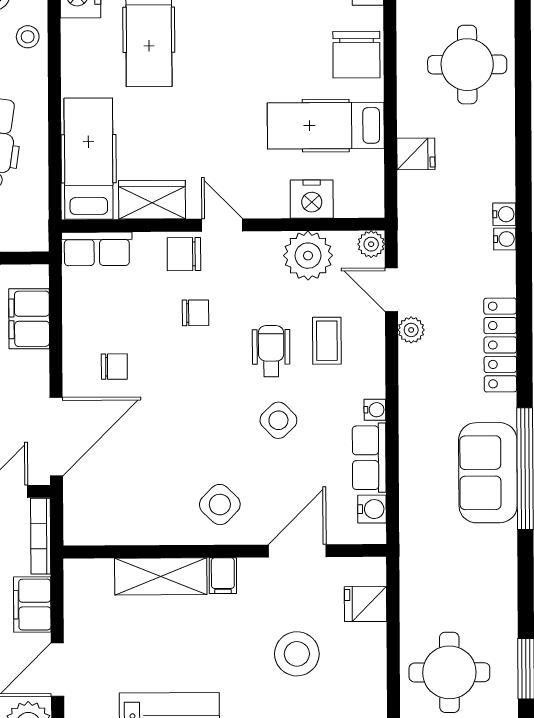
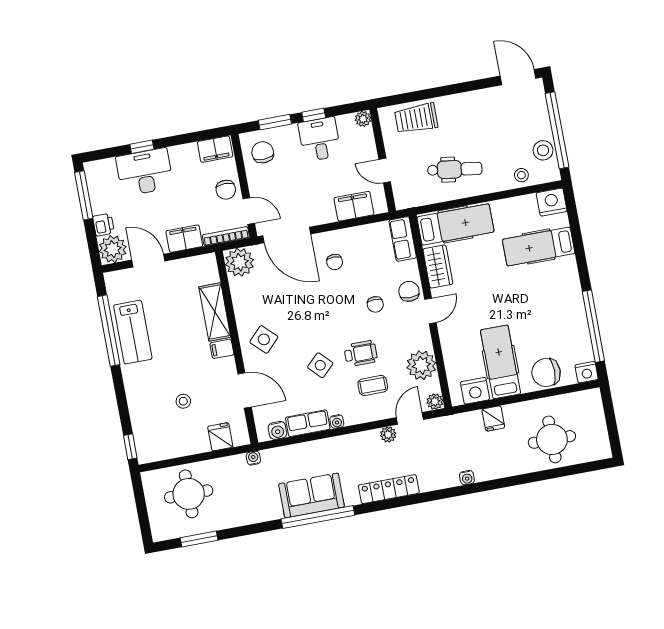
nightstand: (312, 199) -> (475, 391), moved, turned -90
water cooler: (505, 239) -> (253, 458), moved, turned 180
plant: (87, 522) -> (239, 262), added
stool: (297, 654) -> (183, 401), width x0.53, depth x0.53

